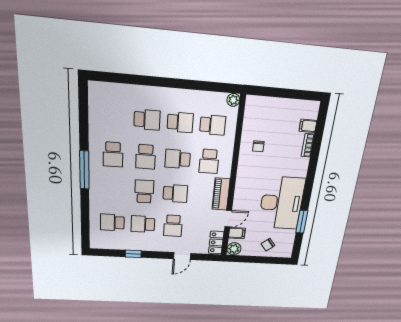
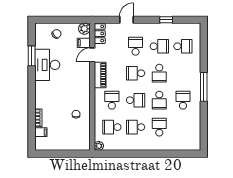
school desk: (147, 120) -> (159, 127), turned 90
school desk: (146, 157) -> (159, 100), turned 180
desk: (281, 203) -> (47, 65), width x0.73, depth x0.77

